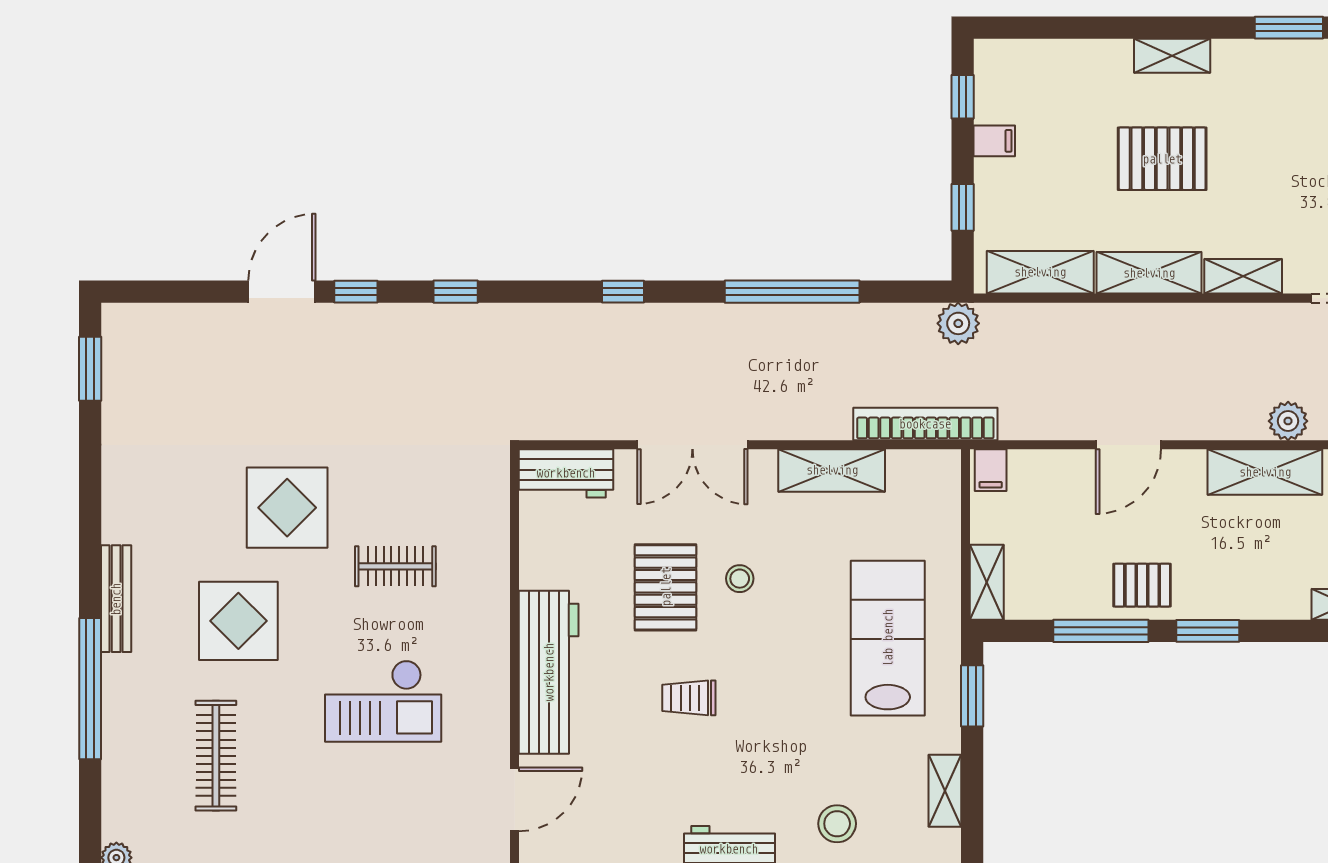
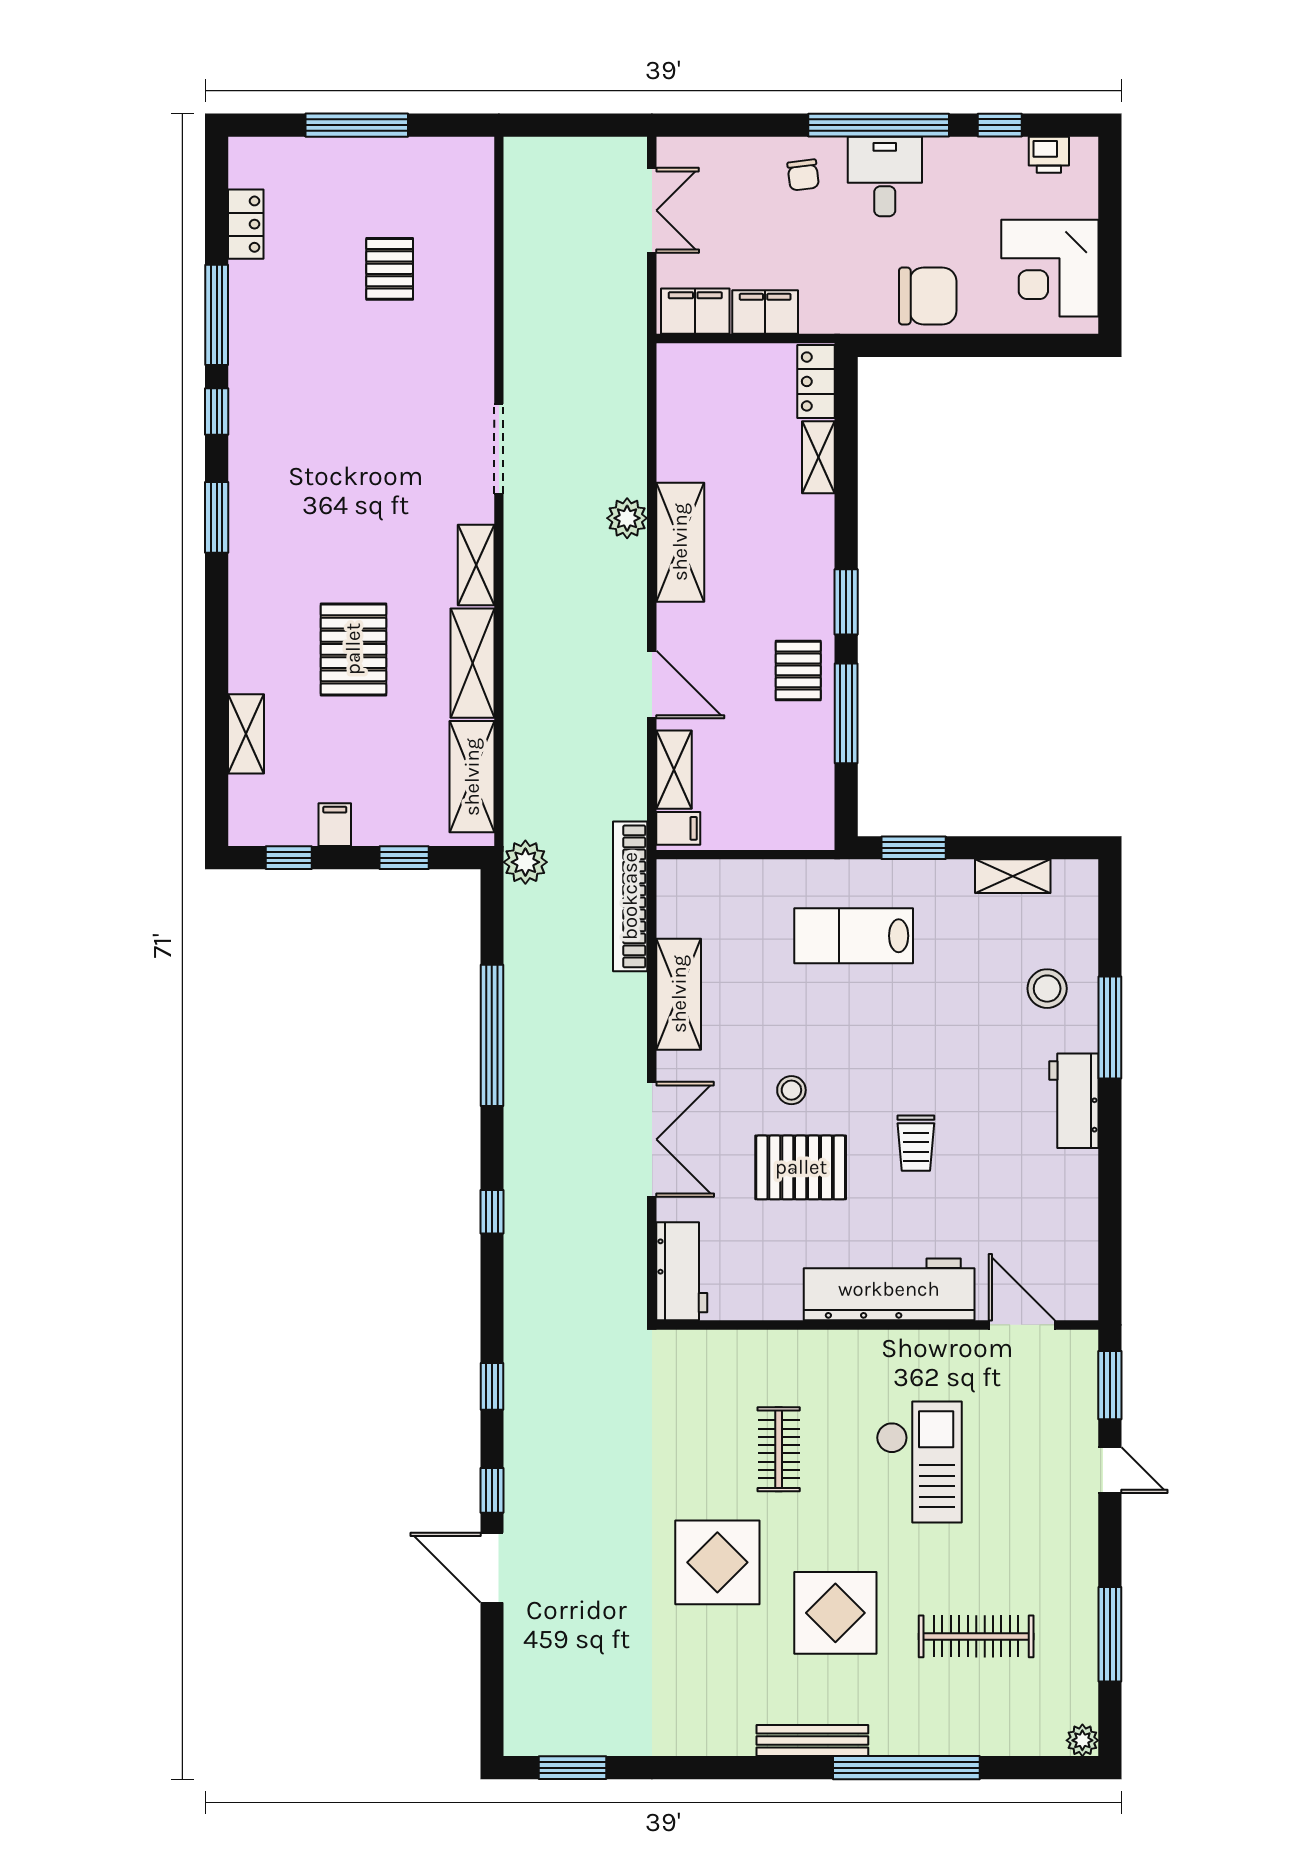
shelving: (1172, 56) -> (246, 734), moved
shelving: (987, 582) -> (674, 770), moved, turned 90
lab bench: (888, 638) -> (854, 936), width x0.73, depth x0.72

